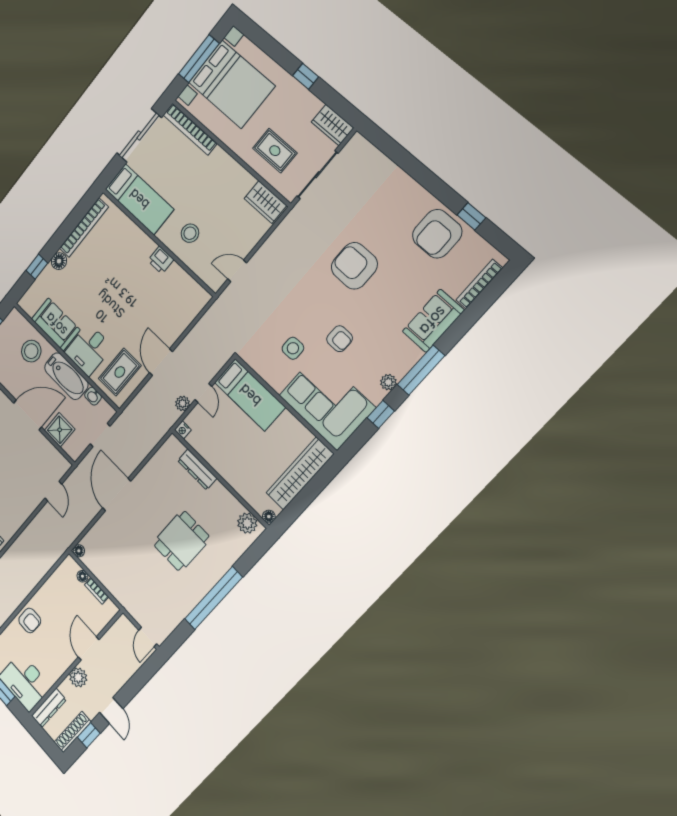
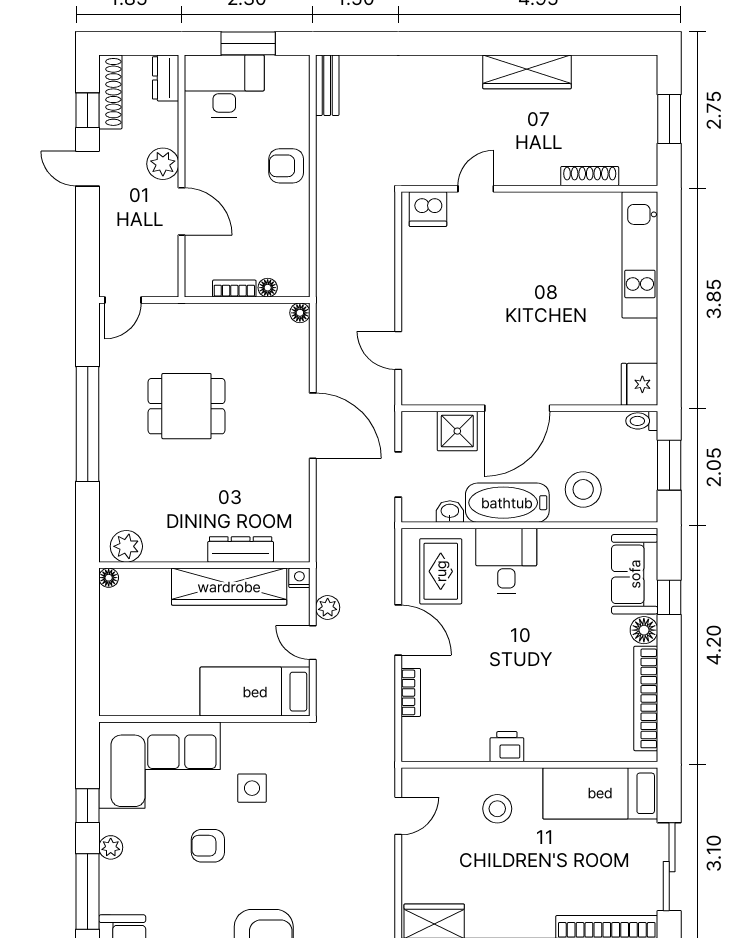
sofa: (56, 324) -> (635, 574), moved, turned 90
bookcase: (181, 327) -> (411, 692), added
wardrobe: (300, 473) -> (229, 587), moved, turned 90
dining table: (182, 541) -> (186, 406), moved, turned 90
door: (148, 637) -> (123, 300), swing flipped
dresser: (49, 708) -> (166, 78), width x0.70

